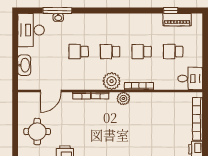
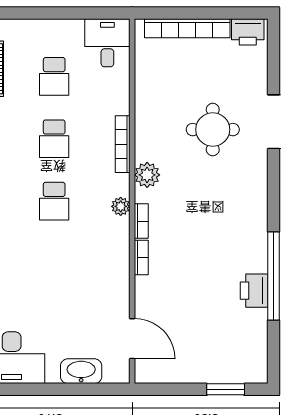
school desk: (79, 52) -> (54, 264), removed
plant: (112, 81) -> (121, 206), width x0.53, depth x0.53
door: (51, 91) -> (132, 339), moved
round table: (37, 132) -> (213, 130), moved
window: (15, 138) -> (226, 389), added

